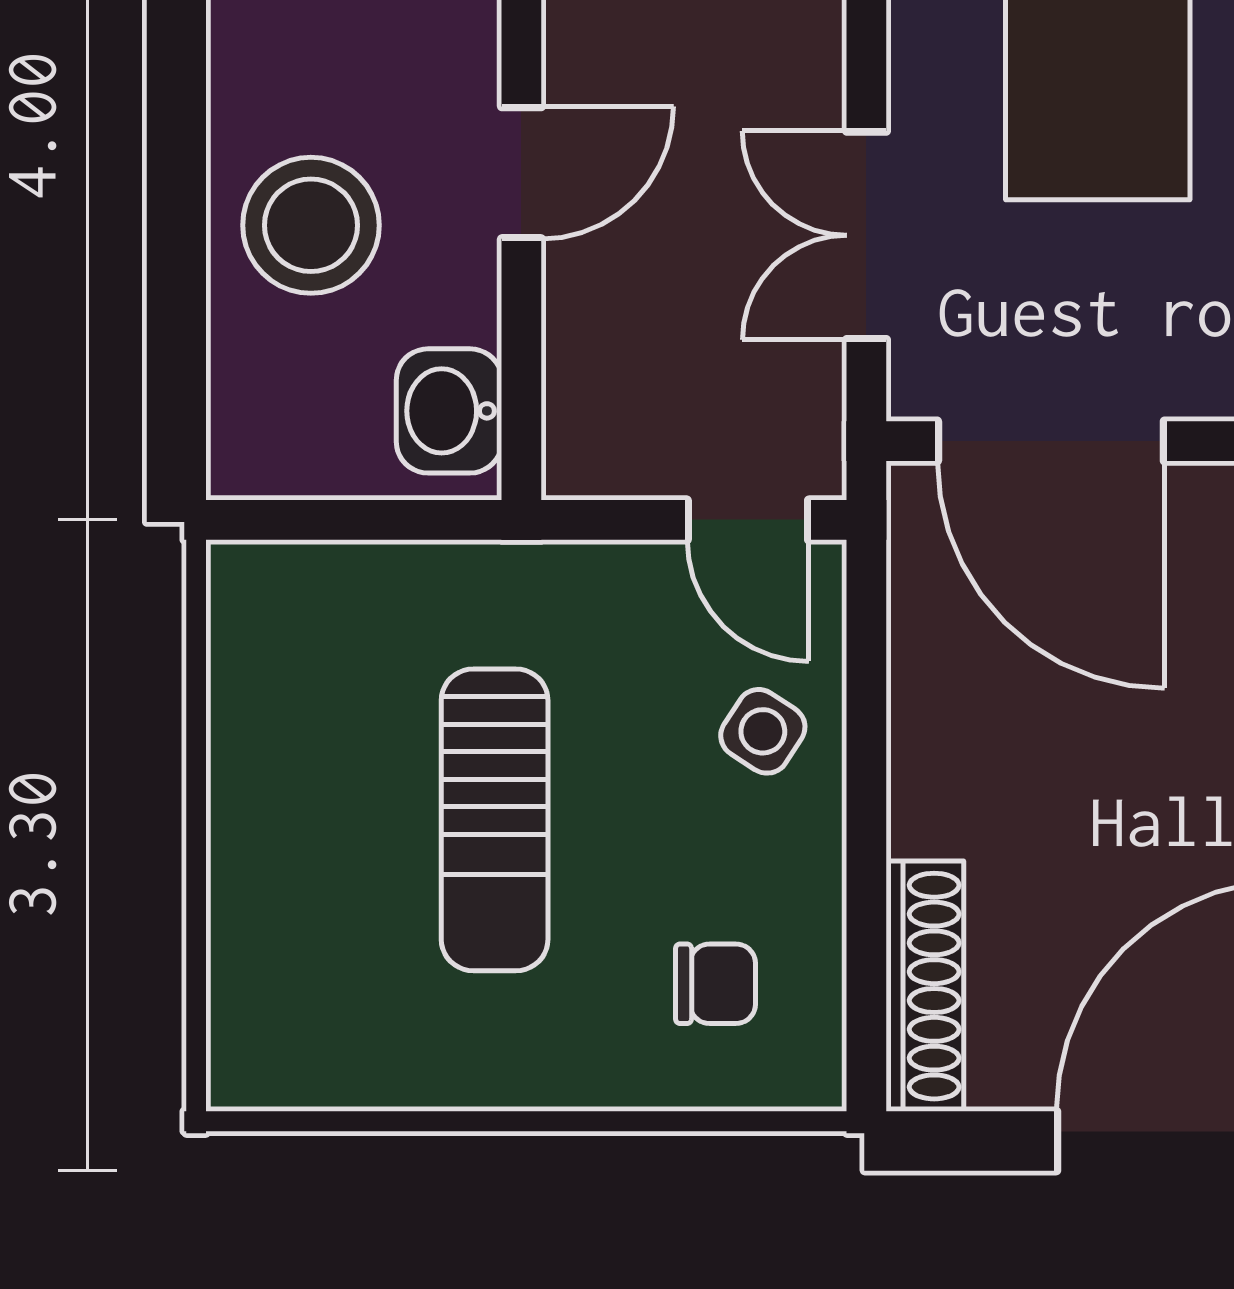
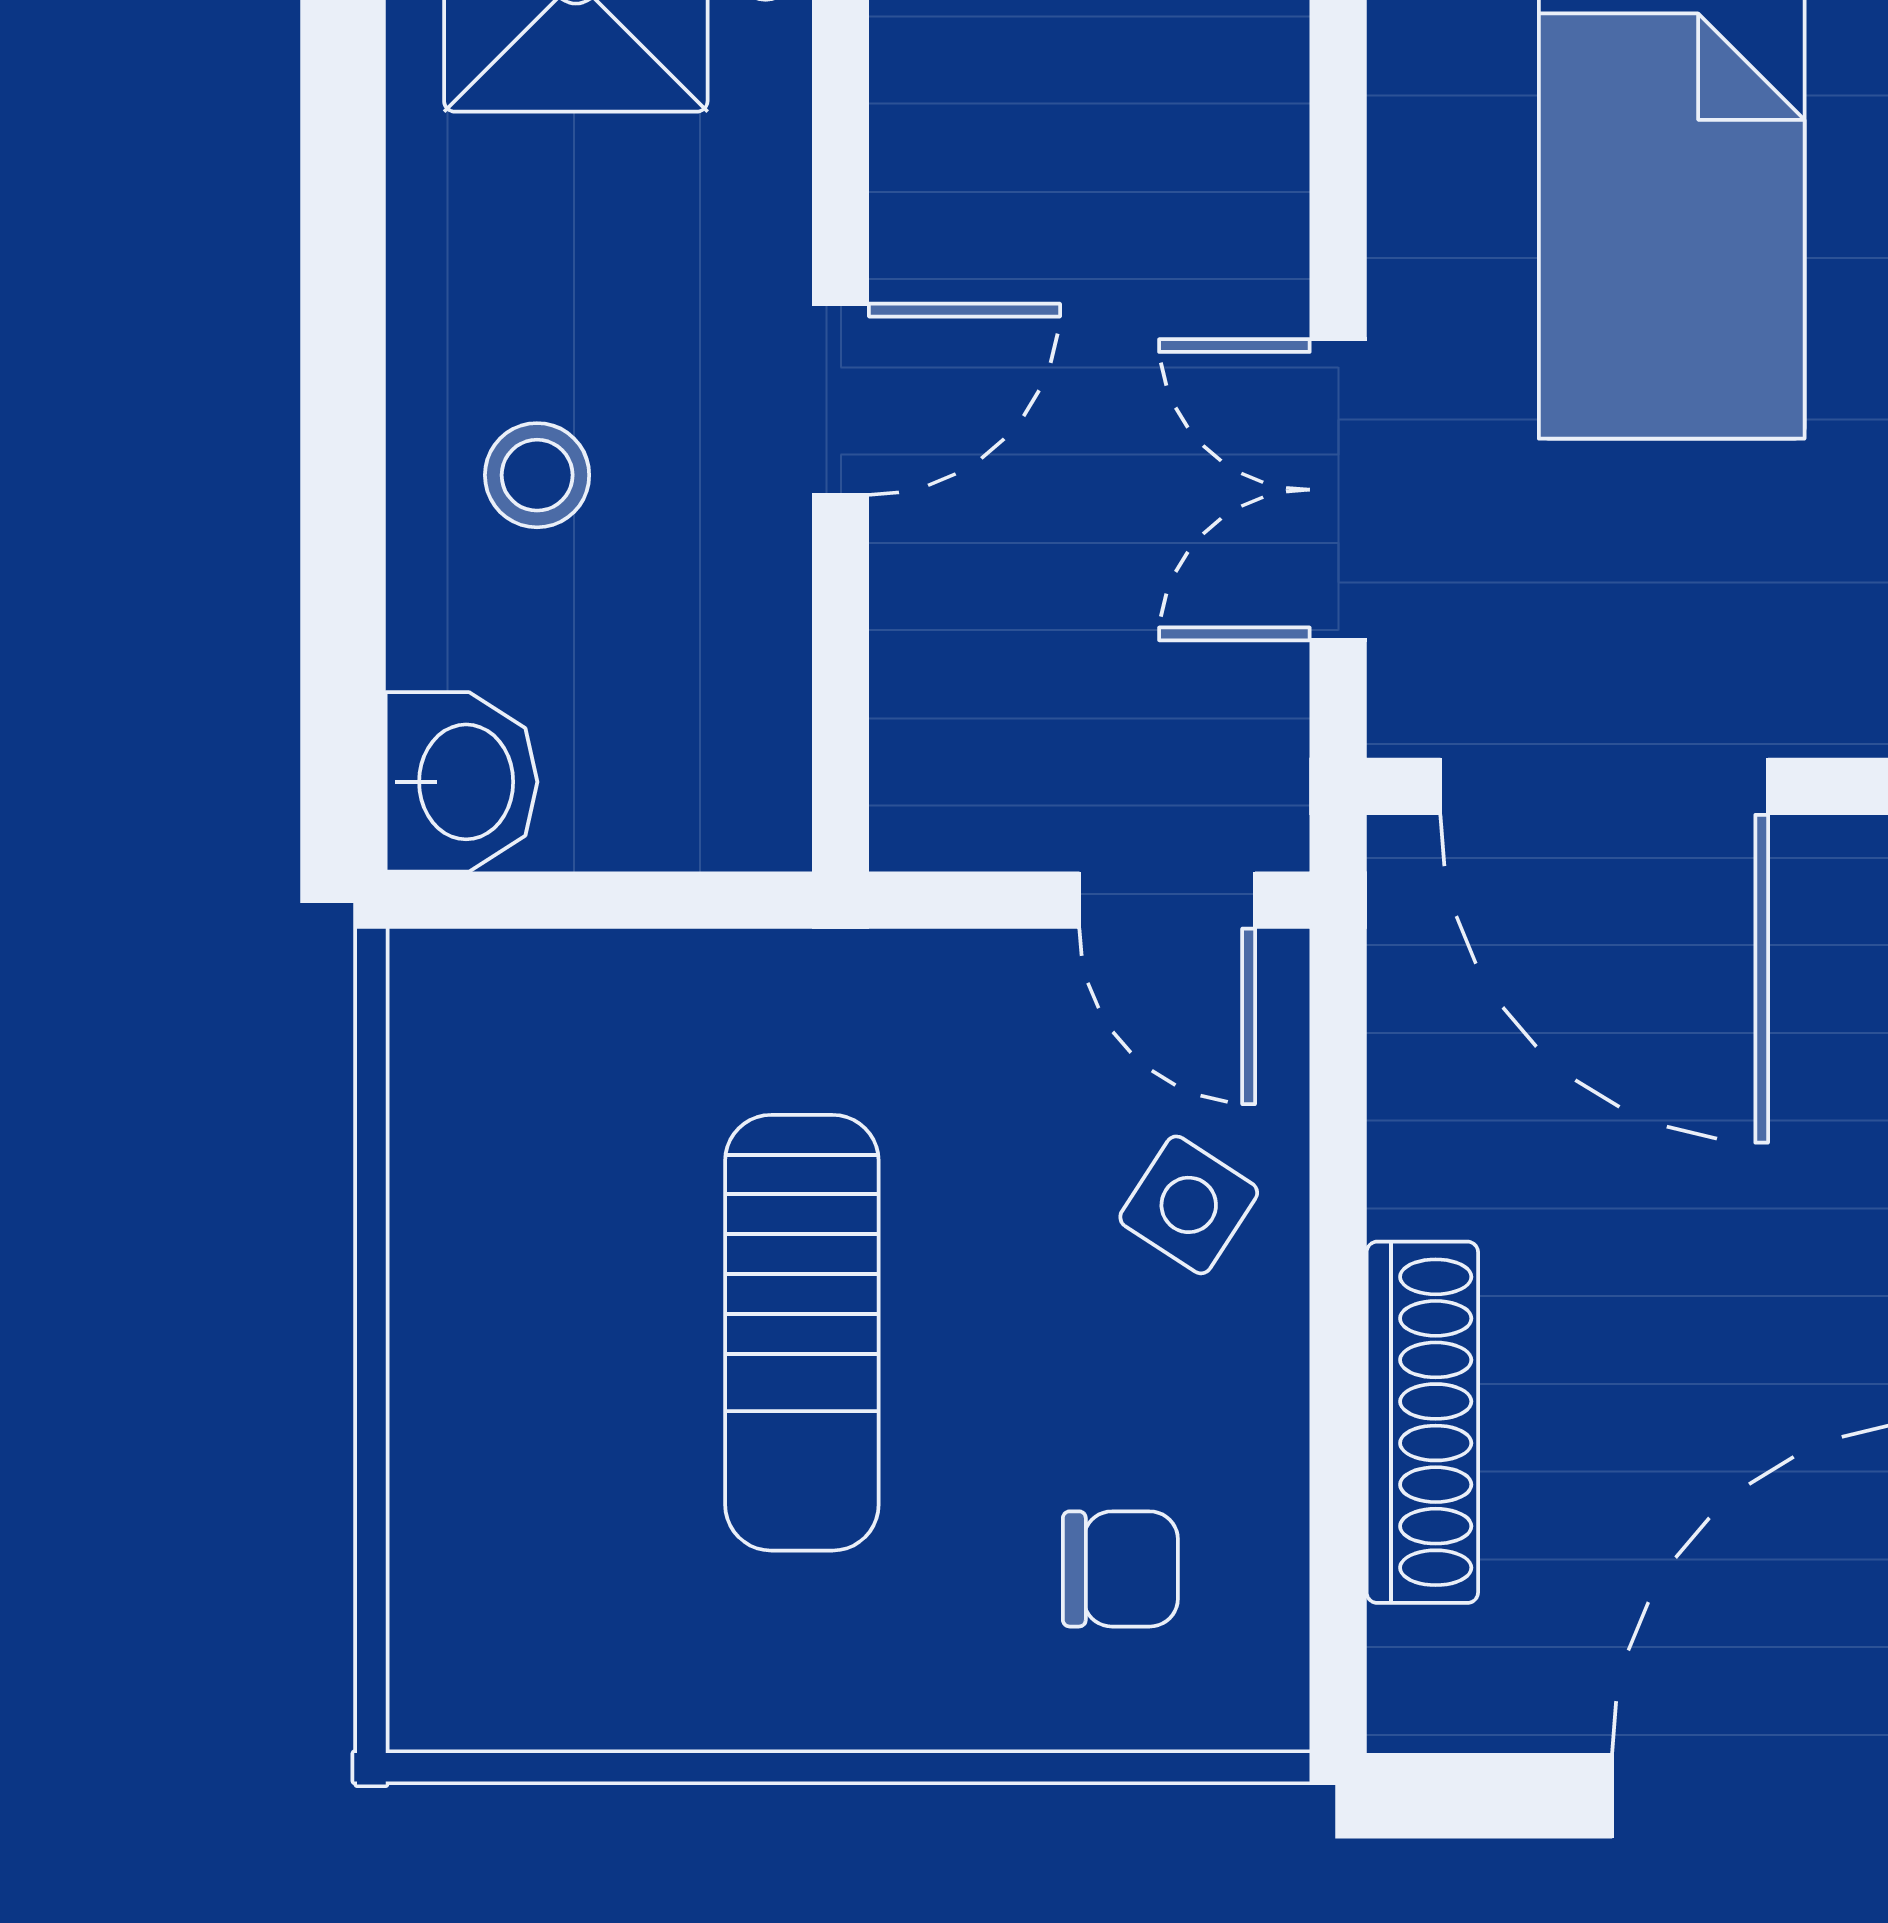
stool: (311, 225) -> (537, 475), width x0.53, depth x0.53
washbasin: (449, 411) -> (462, 782), moved, turned 180
shoe rack: (925, 986) -> (1422, 1422), moved

